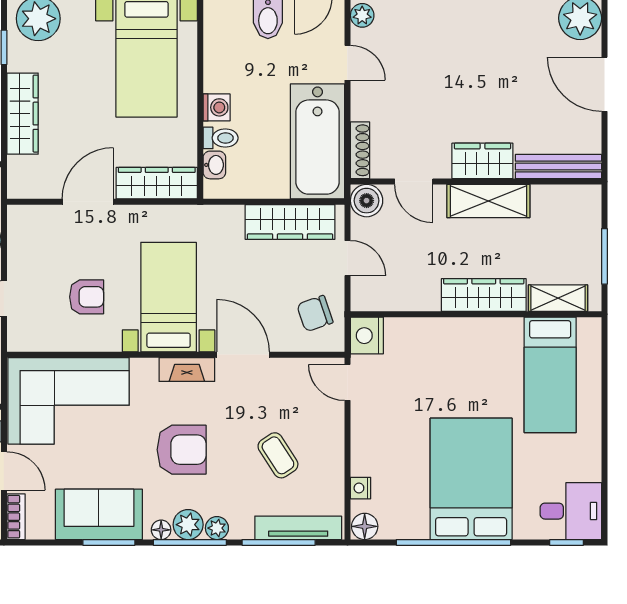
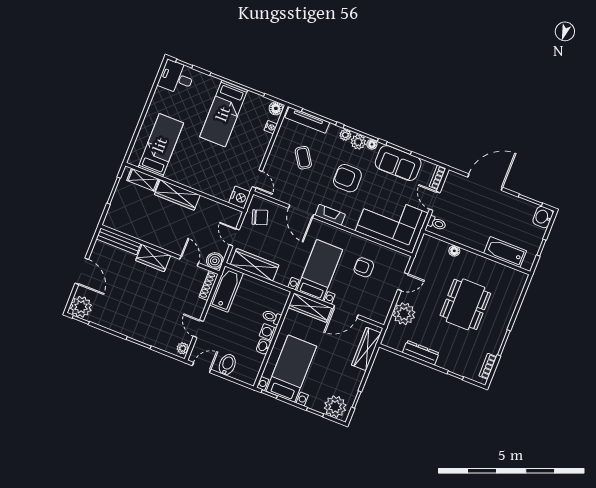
wardrobe: (22, 114) -> (366, 349), moved
bathtub: (317, 141) -> (226, 289), width x0.73, depth x0.73
washbasin: (214, 165) -> (263, 346), moved
shelving: (488, 201) -> (158, 238), removed
bed with nightstands: (169, 297) -> (320, 270), moved, turned 180
bed: (471, 479) -> (224, 114), width x0.67

